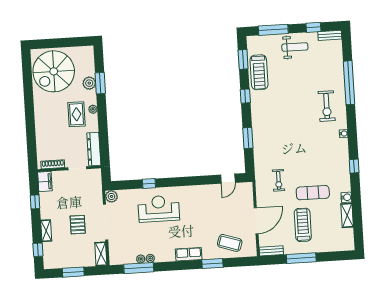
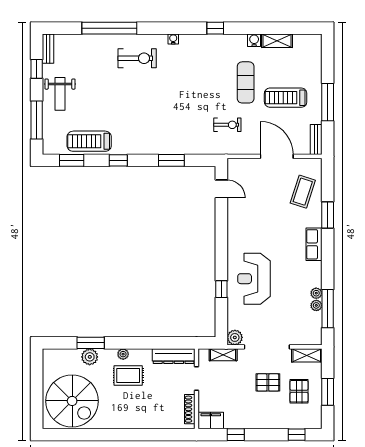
weight bench: (295, 47) -> (60, 94), turned 180
treadmill: (259, 72) -> (89, 141), turned 180
shelving: (46, 231) -> (223, 355), moved
pallet: (72, 250) -> (299, 391), added

